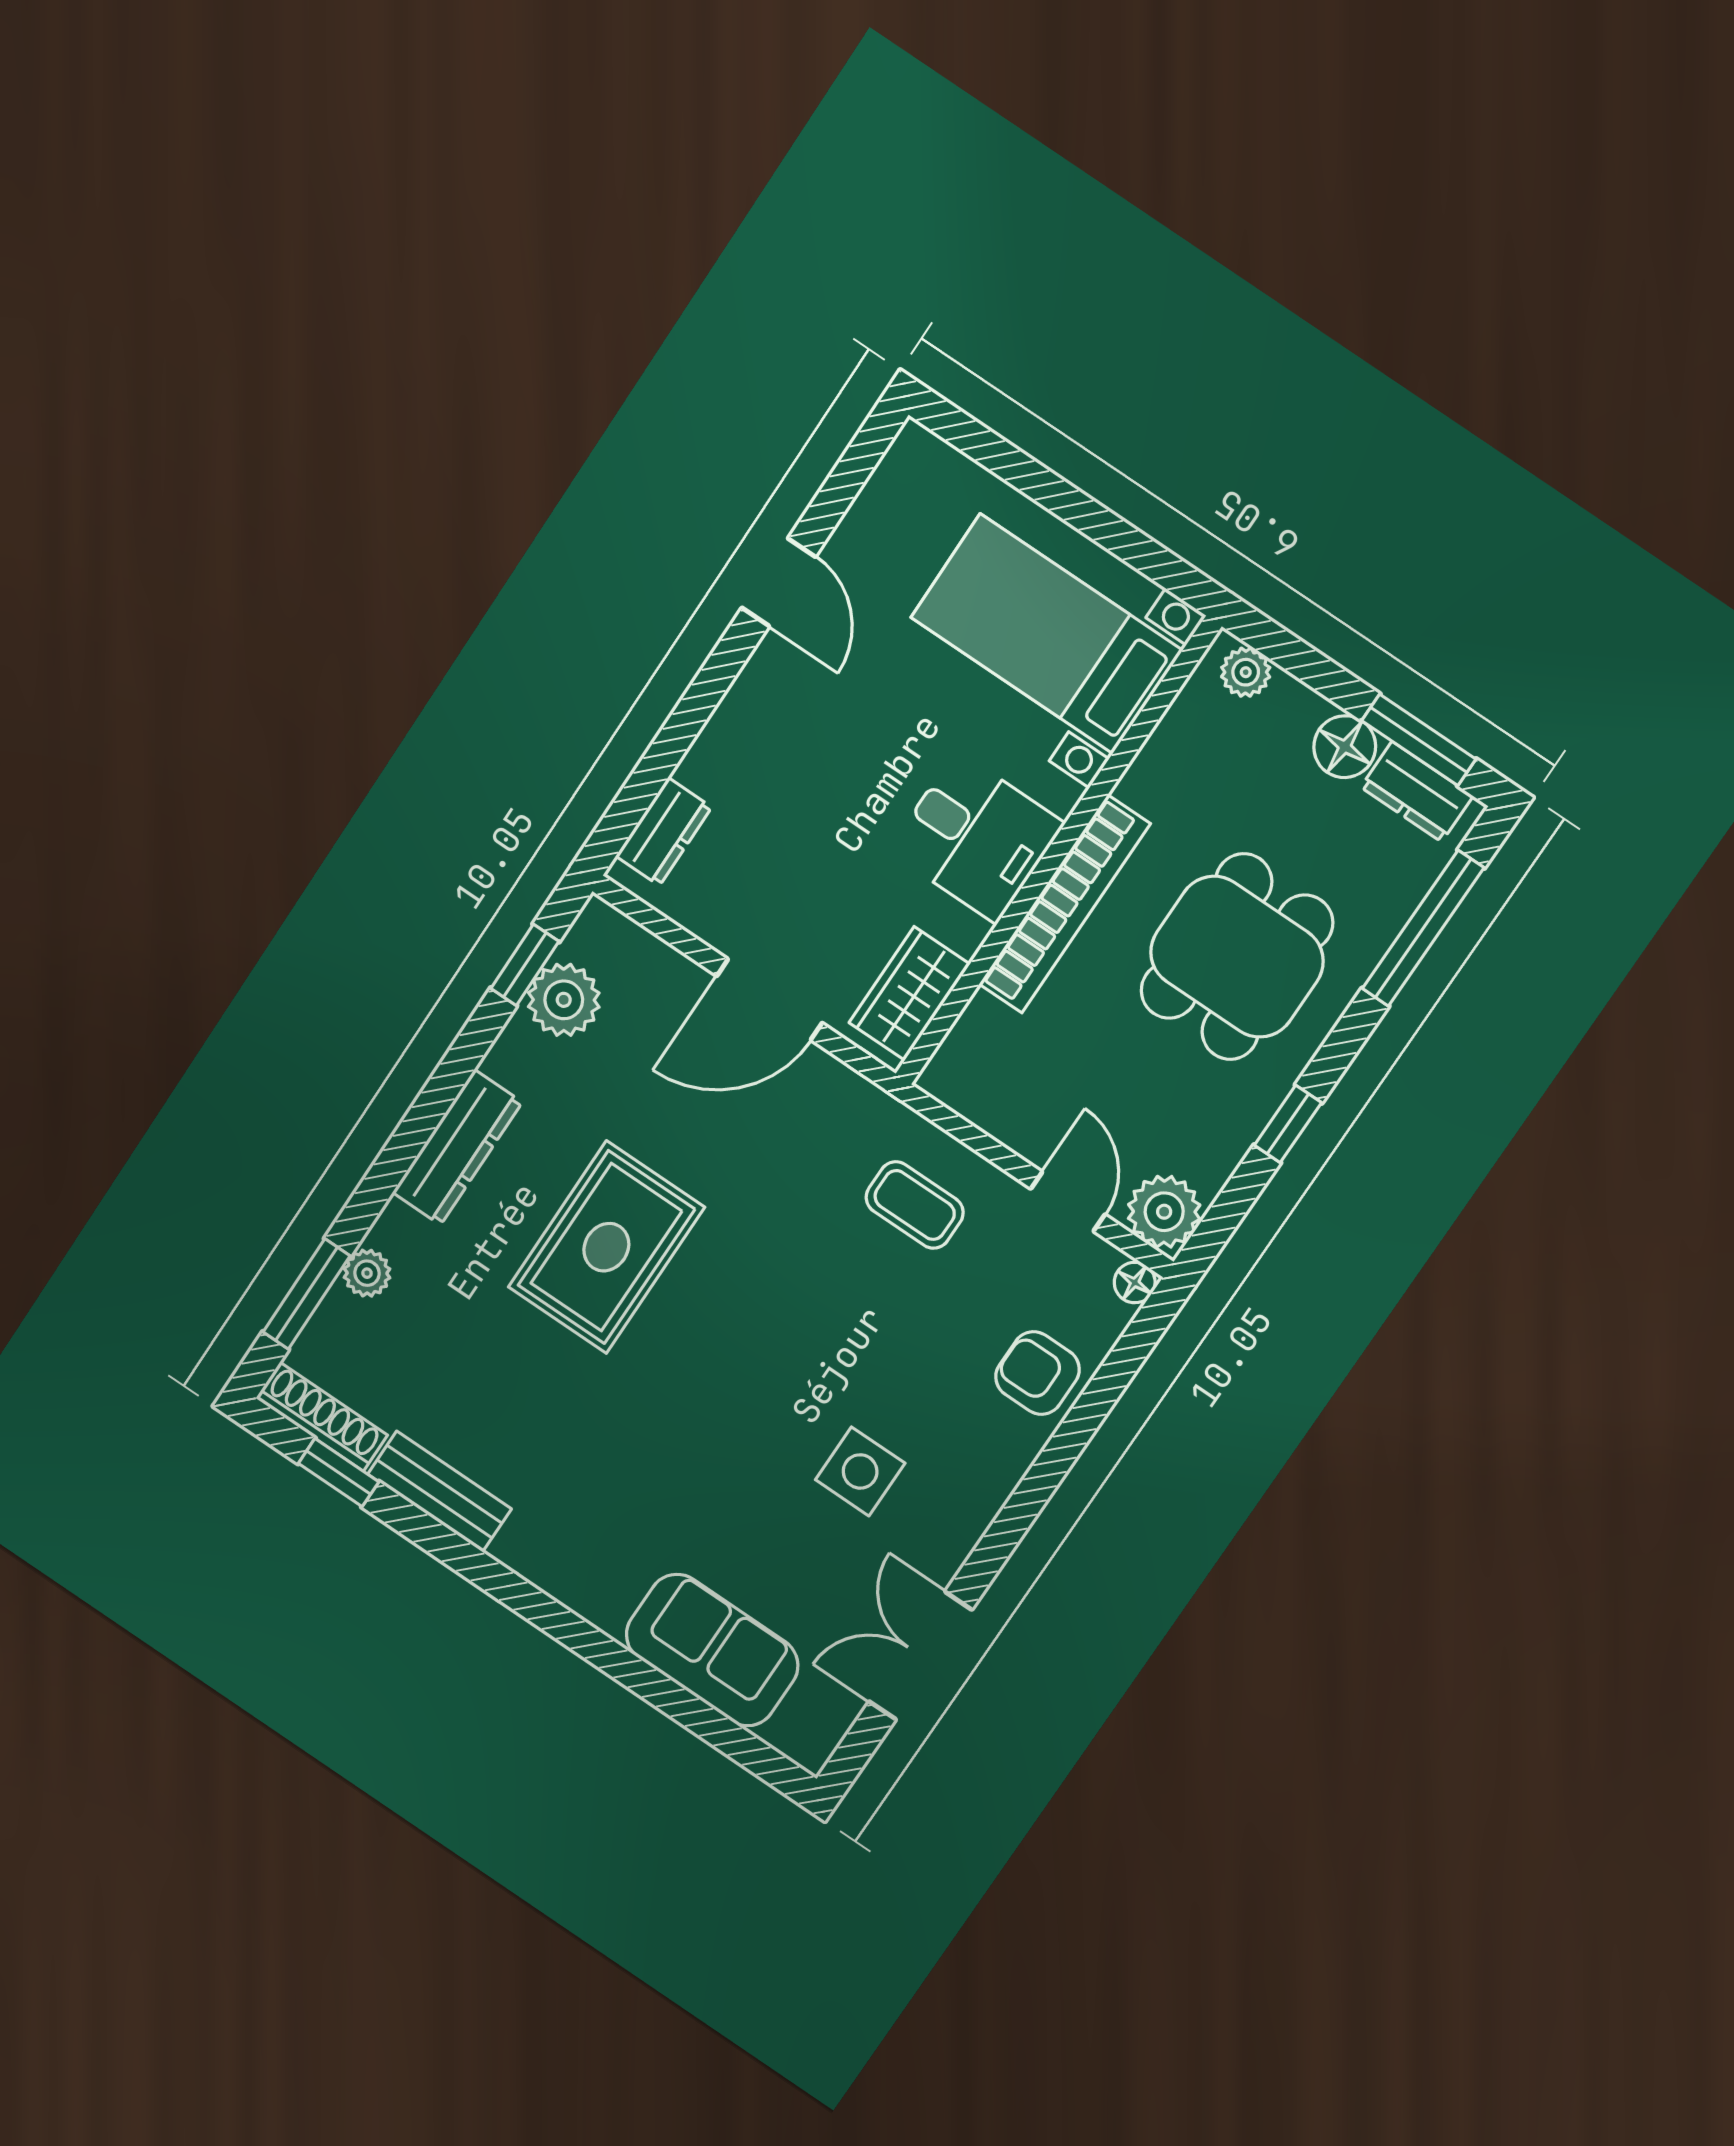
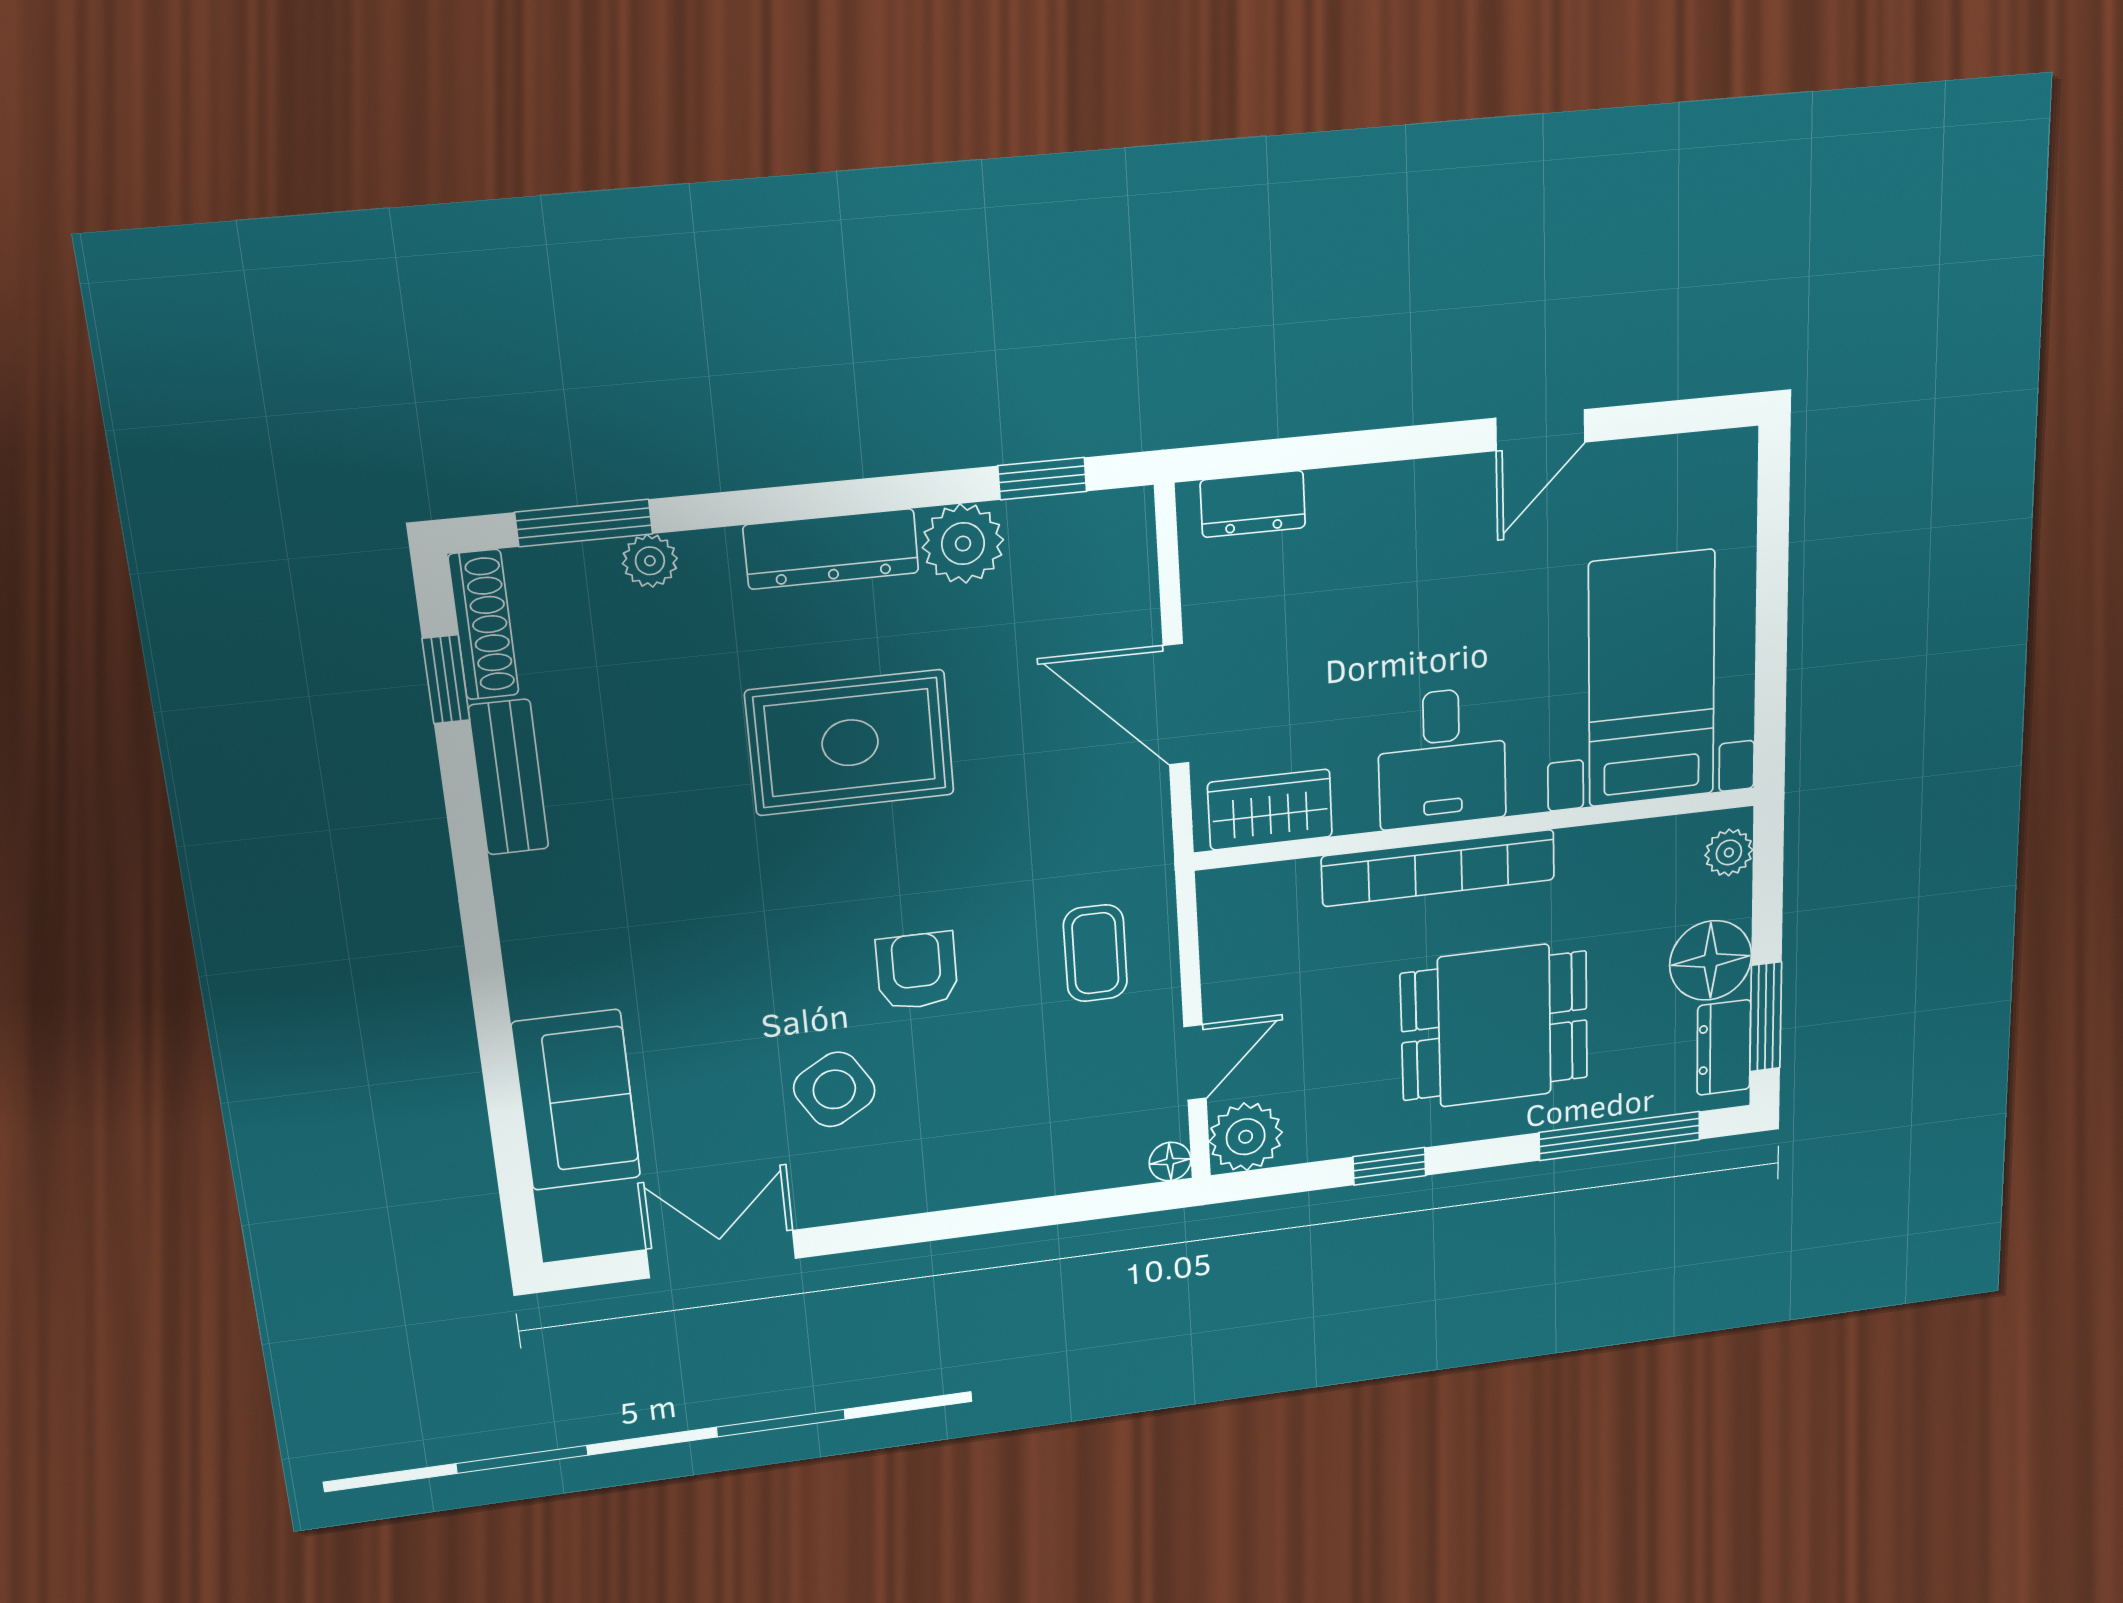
floor lamp: (1345, 747) -> (1711, 960), width x1.38, depth x1.38
plant: (564, 1000) -> (963, 544), moved
armchair: (1037, 1373) -> (917, 971), moved
side table: (860, 1471) -> (834, 1089), turned -31

